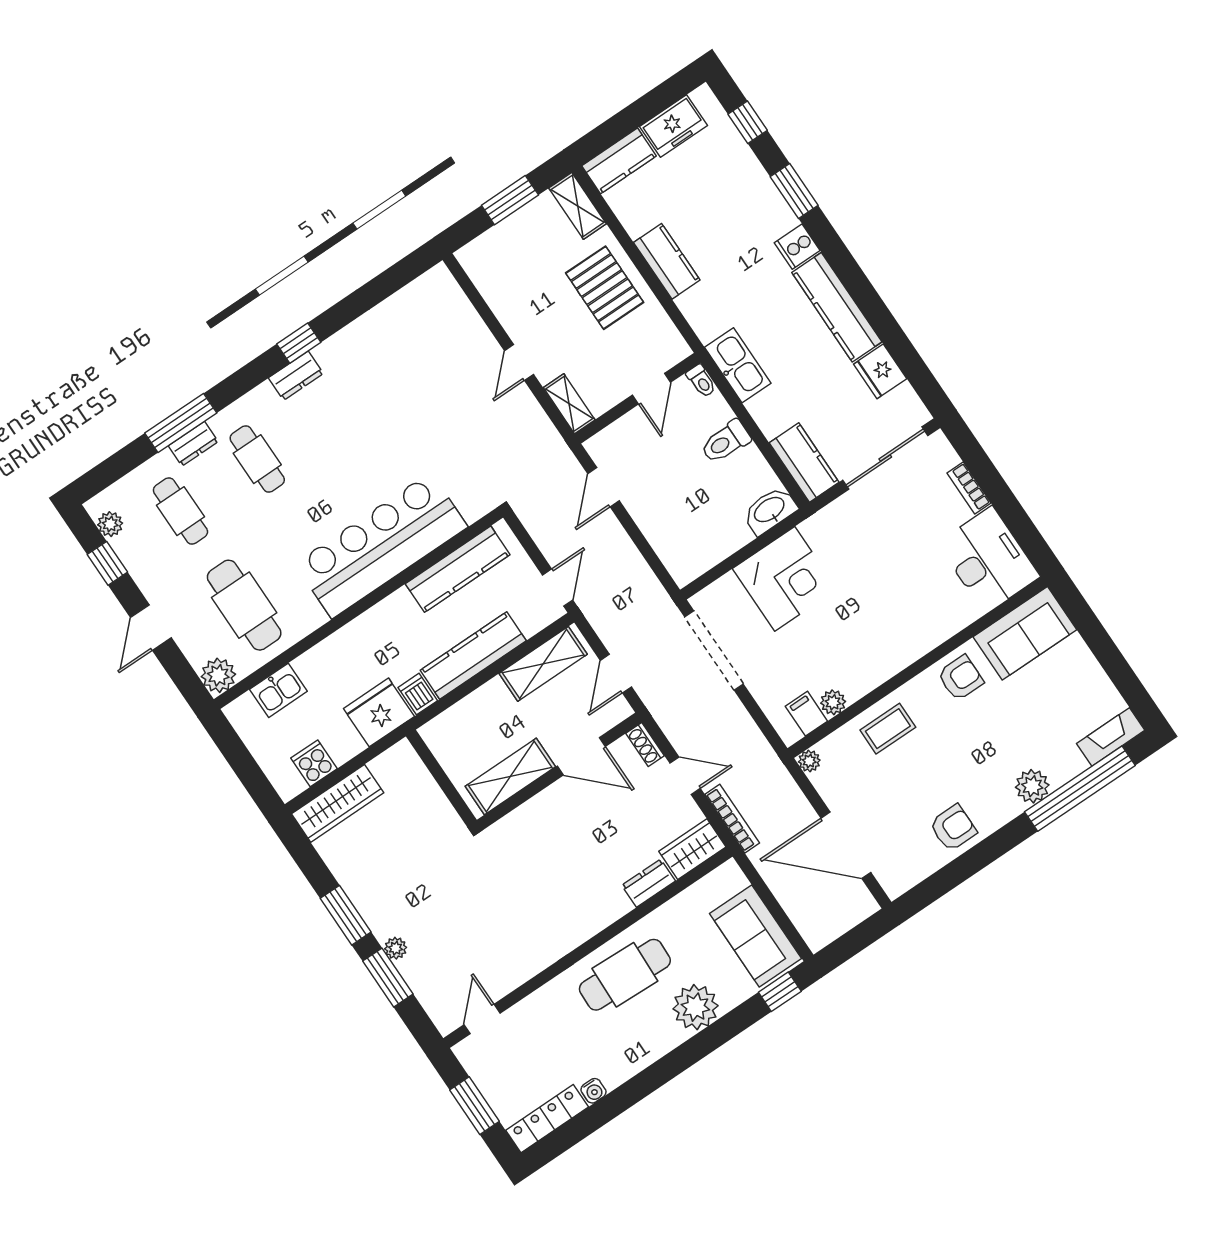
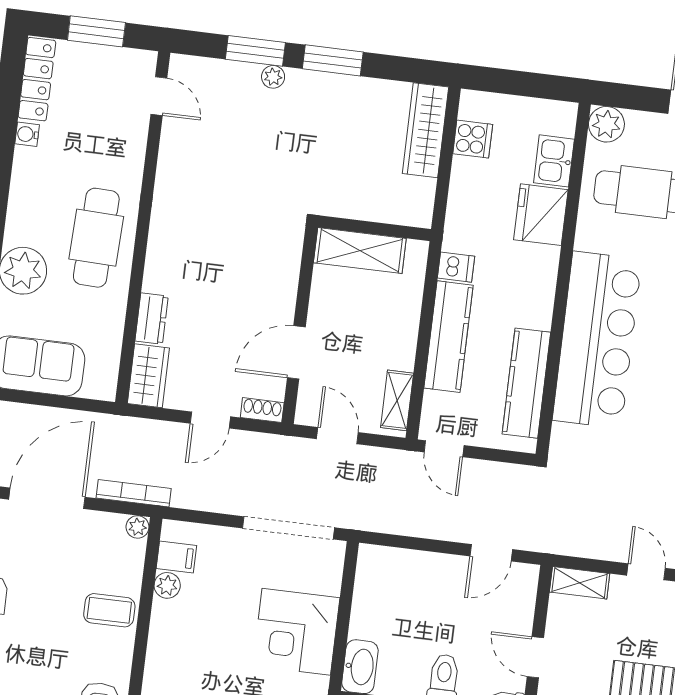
door: (603, 487) -> (491, 553), swing flipped
shelving: (543, 664) -> (397, 400), width x0.67, depth x0.75
fridge: (379, 712) -> (541, 215), moved, turned 180
coffee table: (888, 729) -> (109, 610), turned 90
shelving: (510, 776) -> (360, 251), moved, turned 90
bookcase: (732, 819) -> (134, 493), moved, turned 180

